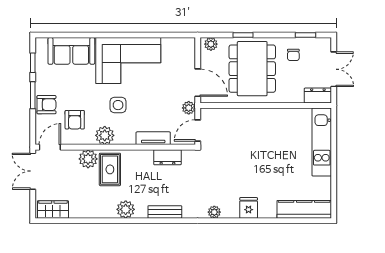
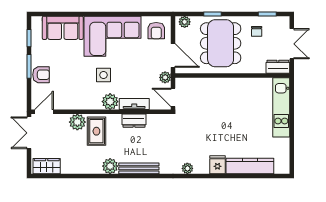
armchair: (75, 120) -> (156, 31), moved
door: (198, 131) -> (173, 97), hinge flipped
plant: (105, 135) -> (110, 102), moved
dresser: (167, 157) -> (134, 121), moved
kitchen counter: (304, 209) -> (250, 166), moved
bench: (165, 212) -> (139, 168), width x1.36

